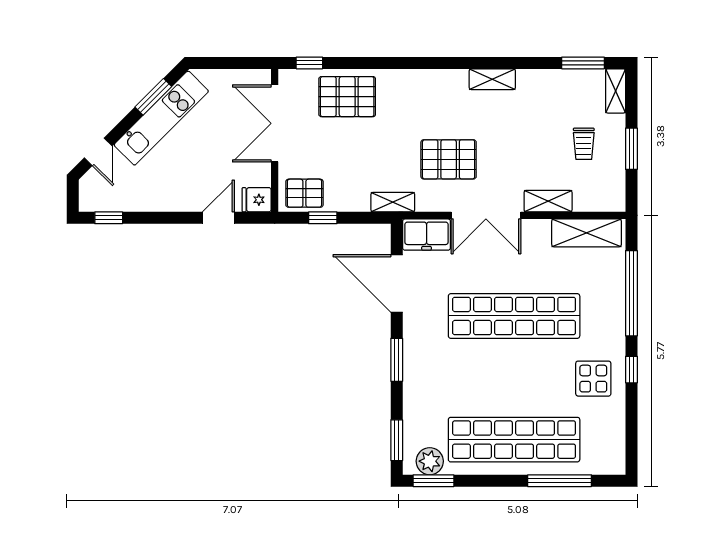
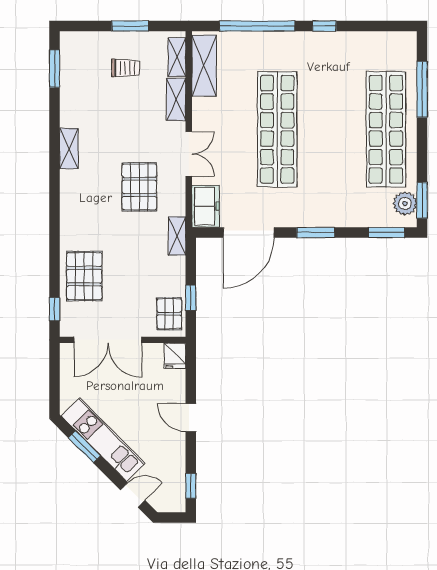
shelving: (616, 91) -> (177, 57), moved, turned 90
double door: (486, 215) -> (189, 154), width x0.73
door: (218, 218) -> (191, 418), moved
display table: (593, 379) -> (332, 60), removed

